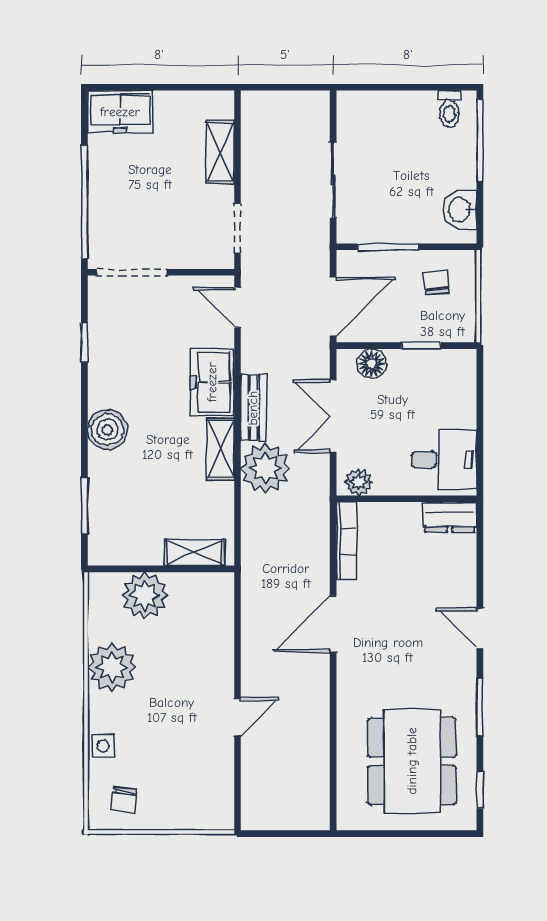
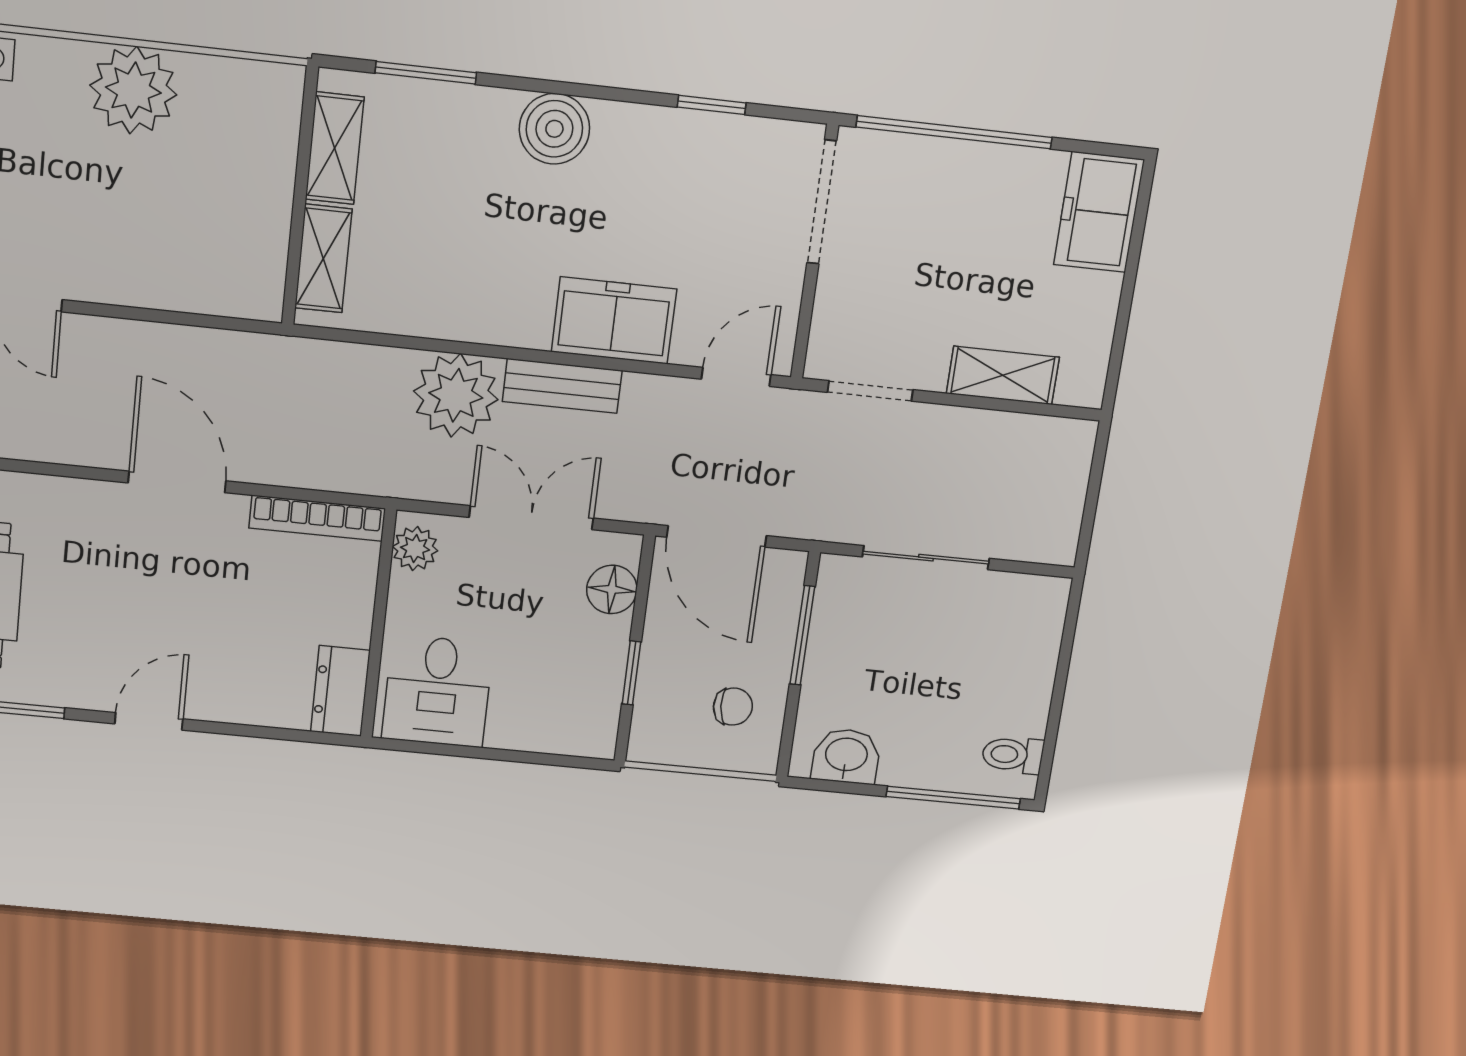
shelving: (221, 449) -> (335, 148), moved, turned 90
plant: (145, 595) -> (256, 163), removed

